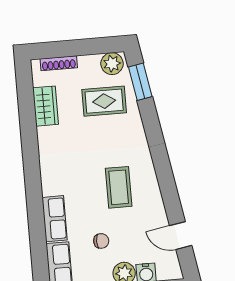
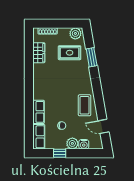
window: (140, 82) -> (92, 57), moved
coffee table: (119, 187) -> (85, 105), moved

